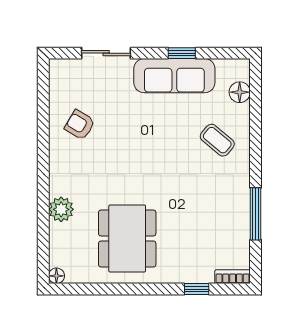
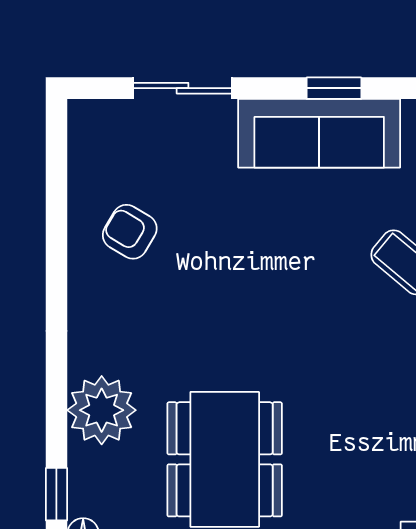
plant: (61, 209) -> (102, 410), width x1.36, depth x1.36
window: (43, 256) -> (56, 494), added

